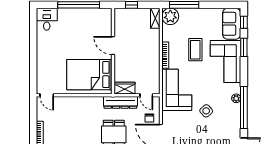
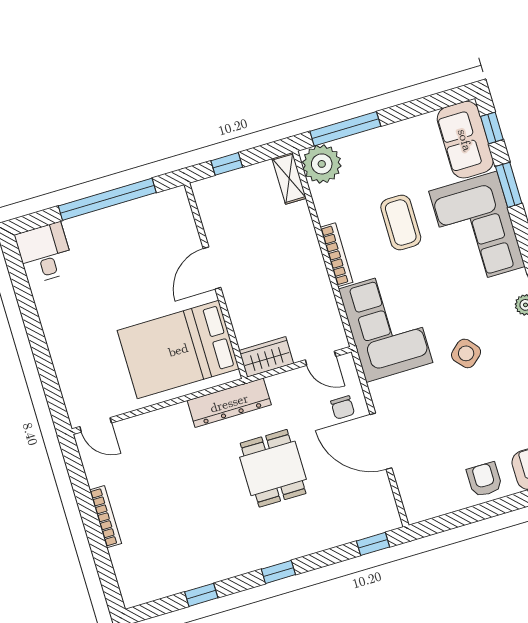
door: (113, 45) -> (212, 268), hinge flipped
dresser: (120, 102) -> (229, 403), moved

